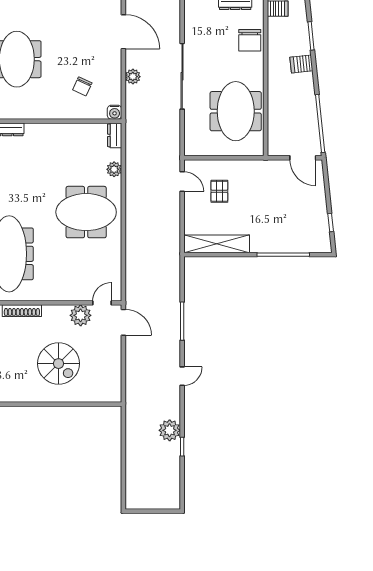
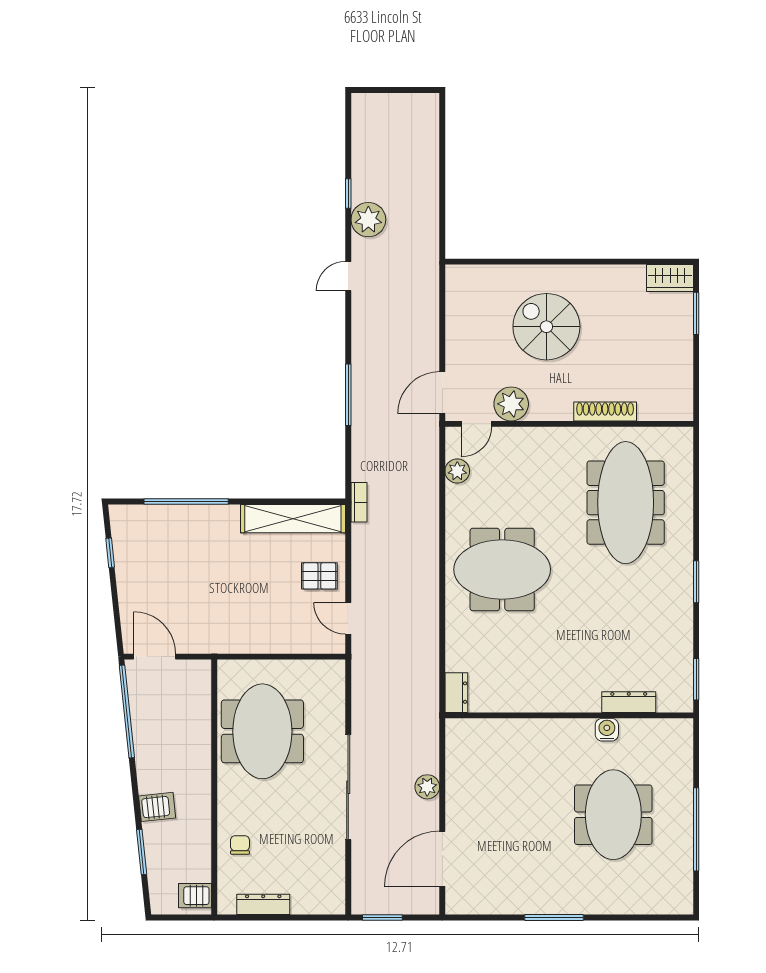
door: (123, 32) -> (442, 859), hinge flipped
chair: (250, 40) -> (240, 845), width x0.54, depth x0.54
chair: (82, 86) -> (508, 771), removed
water cooler: (115, 112) -> (607, 730), moved
plant: (114, 169) -> (457, 471), moved
pallet: (219, 191) -> (319, 576), moved, turned 90
bookcase: (175, 254) -> (359, 502), added
door: (123, 322) -> (442, 393), hinge flipped
door: (182, 376) -> (348, 276), moved

